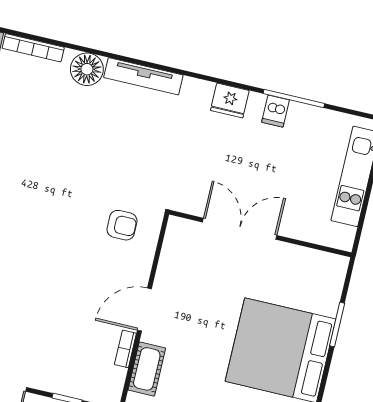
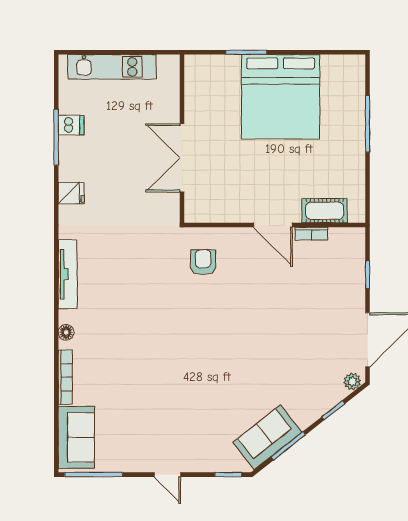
floor lamp: (87, 69) -> (66, 332), width x0.53, depth x0.53
fridge: (230, 101) -> (71, 193), width x0.72
dishwasher: (276, 111) -> (71, 125), moved

